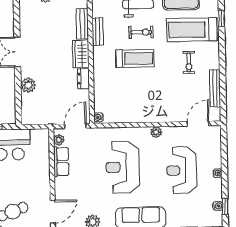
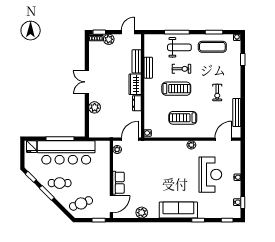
treadmill: (192, 30) -> (183, 118), moved, width x0.73, depth x0.73
row of seats: (61, 162) -> (119, 183), moved
reception desk: (123, 167) -> (165, 171), removed
reception desk: (182, 170) -> (210, 175), turned 180

